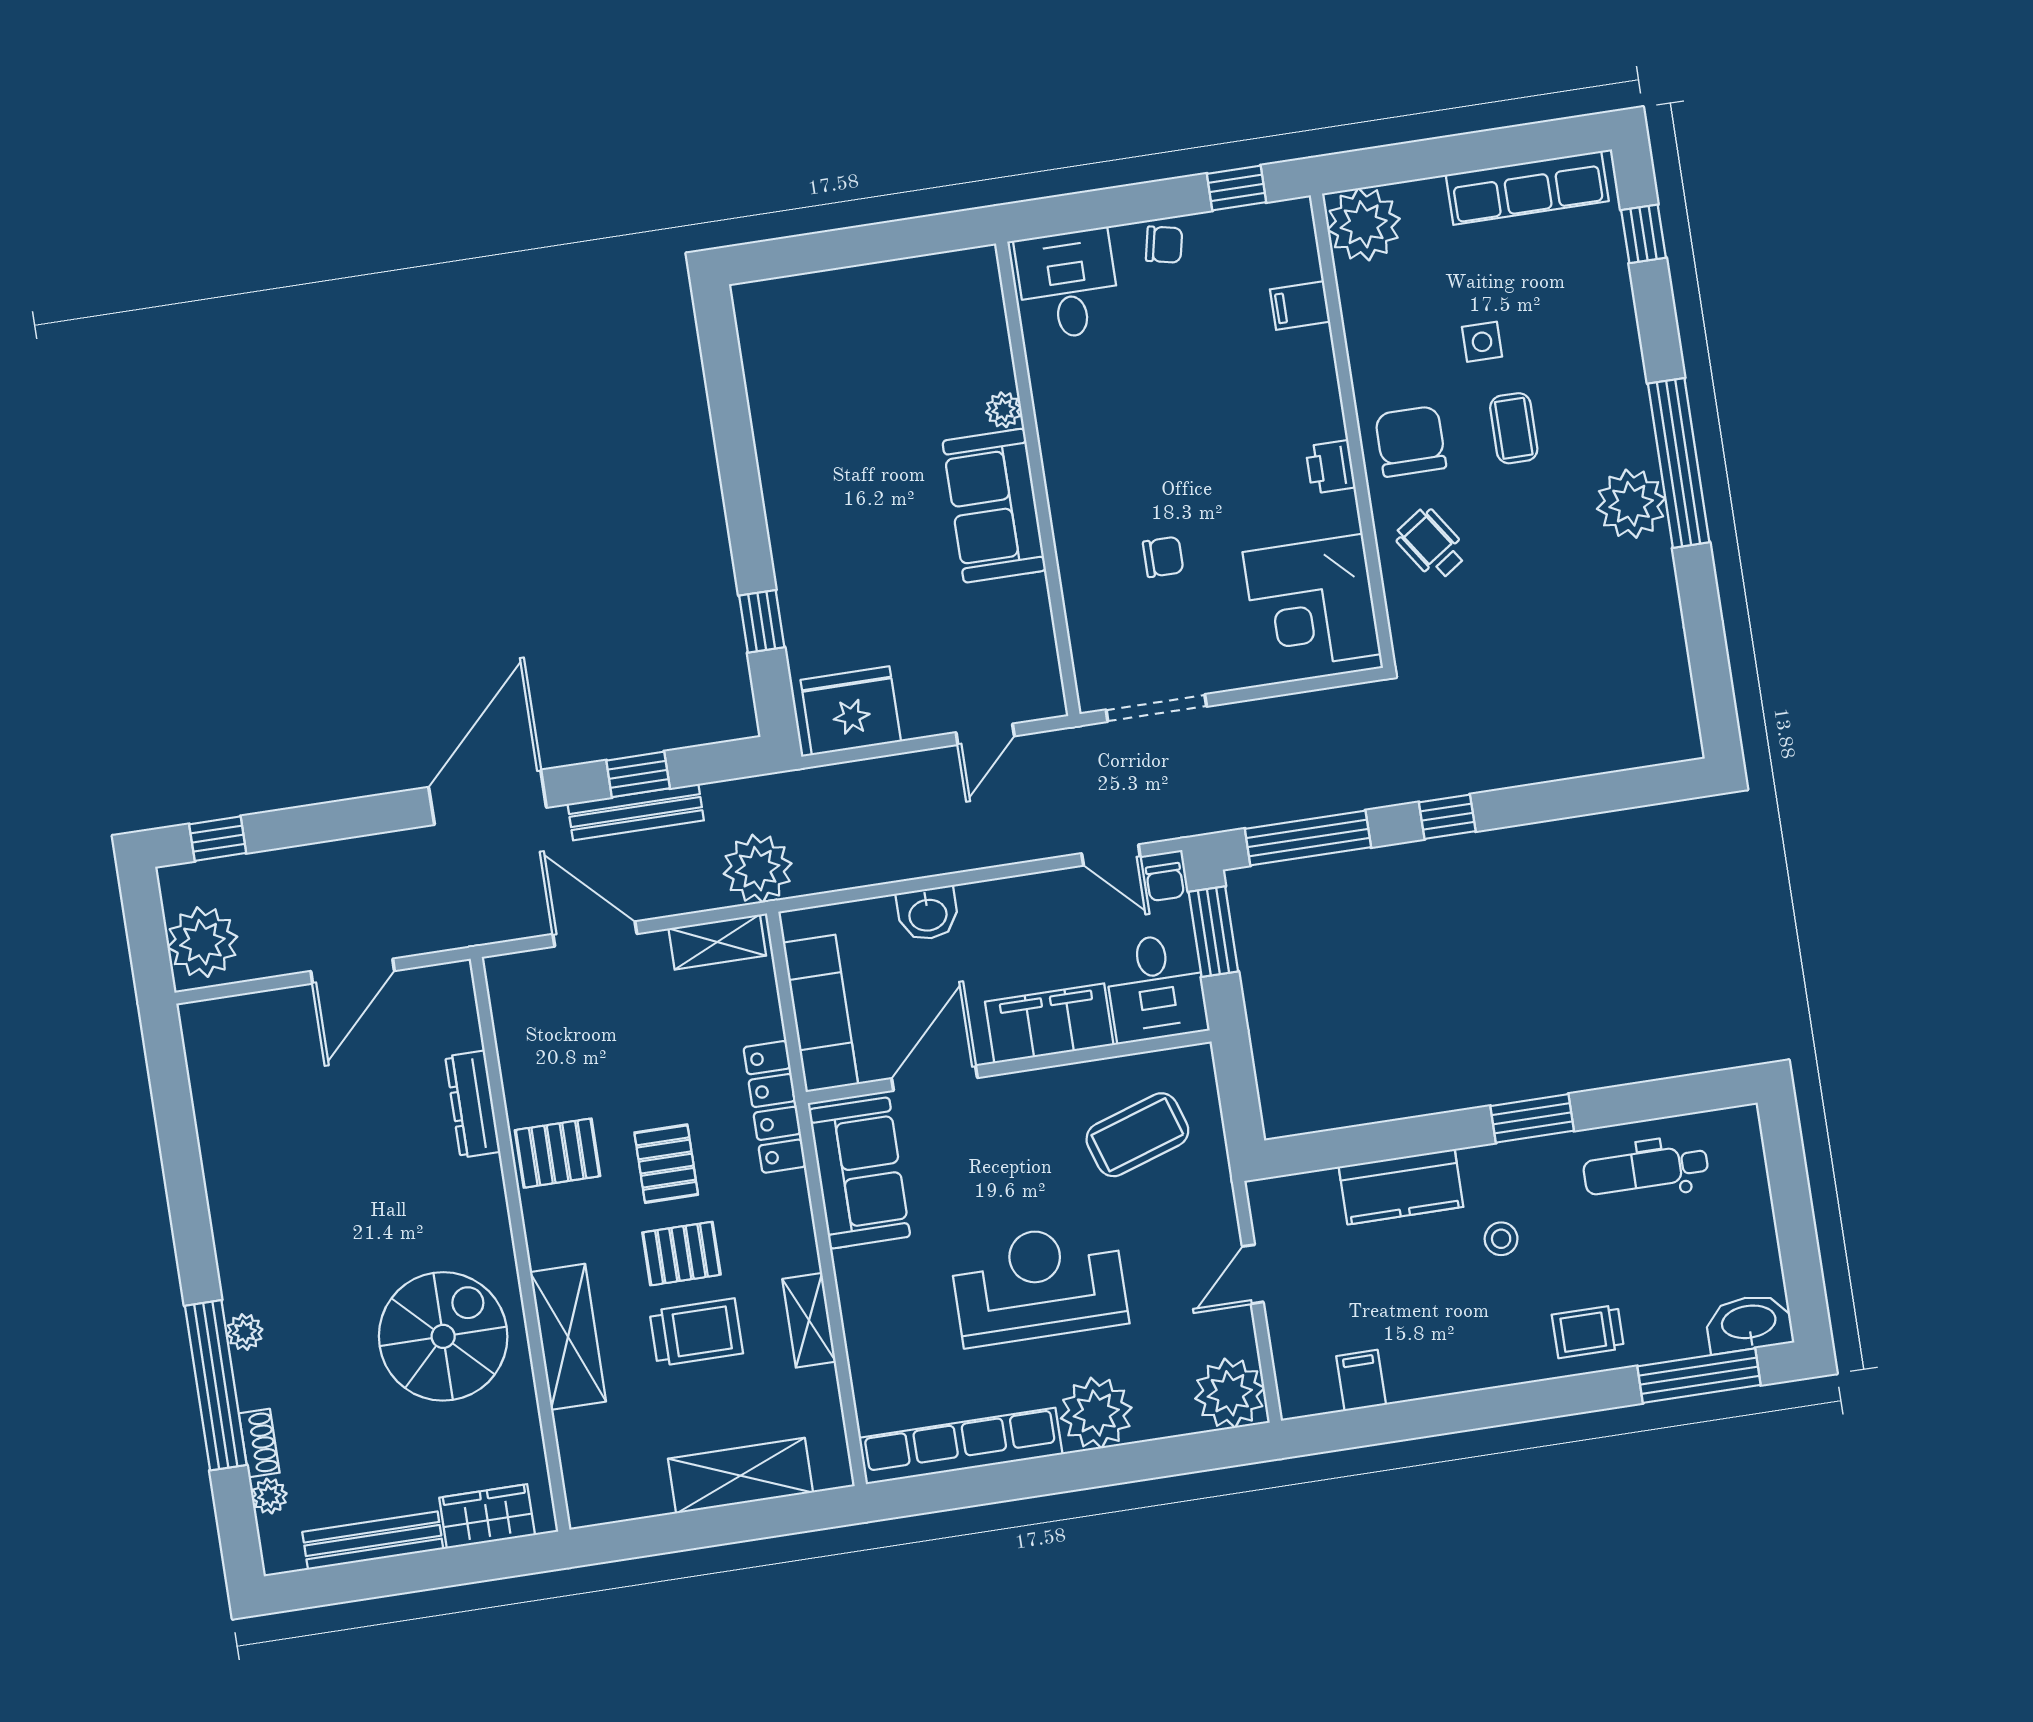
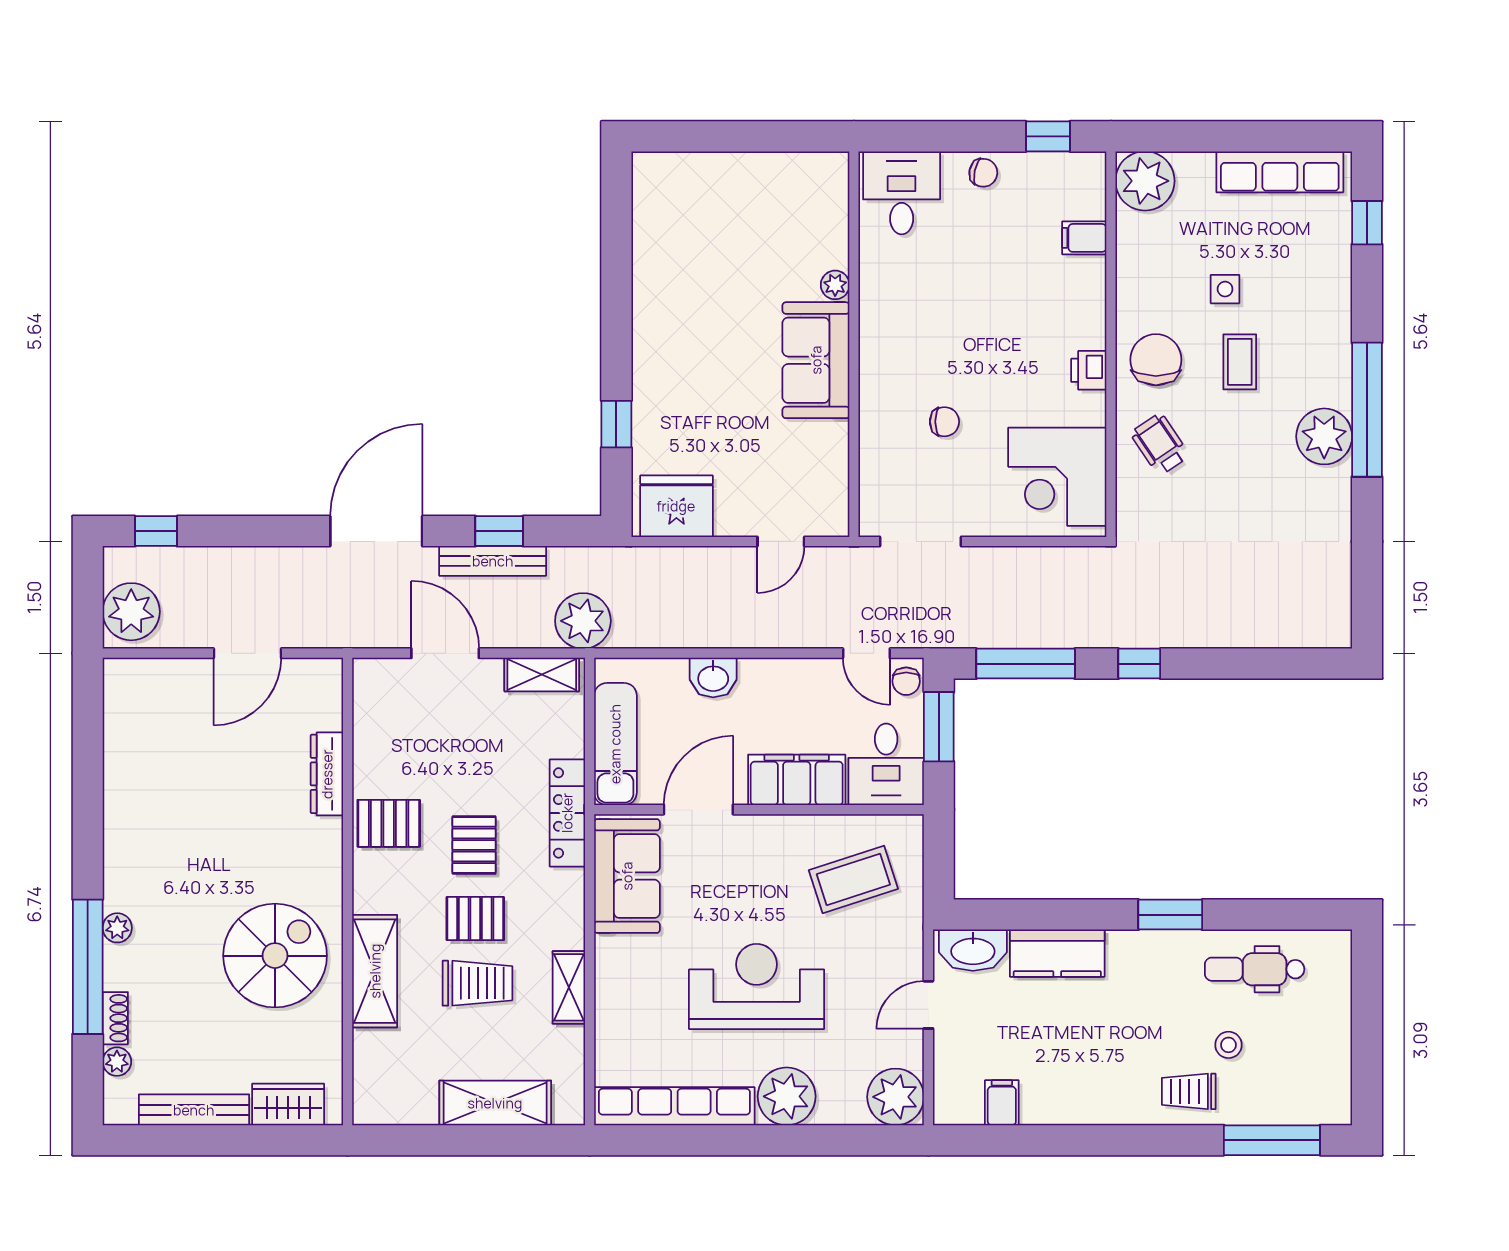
stool: (1501, 1239) -> (1228, 1045), moved
washbasin: (1749, 1323) -> (973, 950), moved, turned 180

